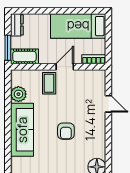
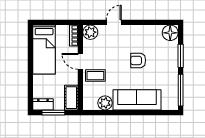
window: (8, 48) -> (53, 113), moved
plant: (97, 78) -> (90, 32), added
armchair: (66, 131) -> (138, 60), turned 180

